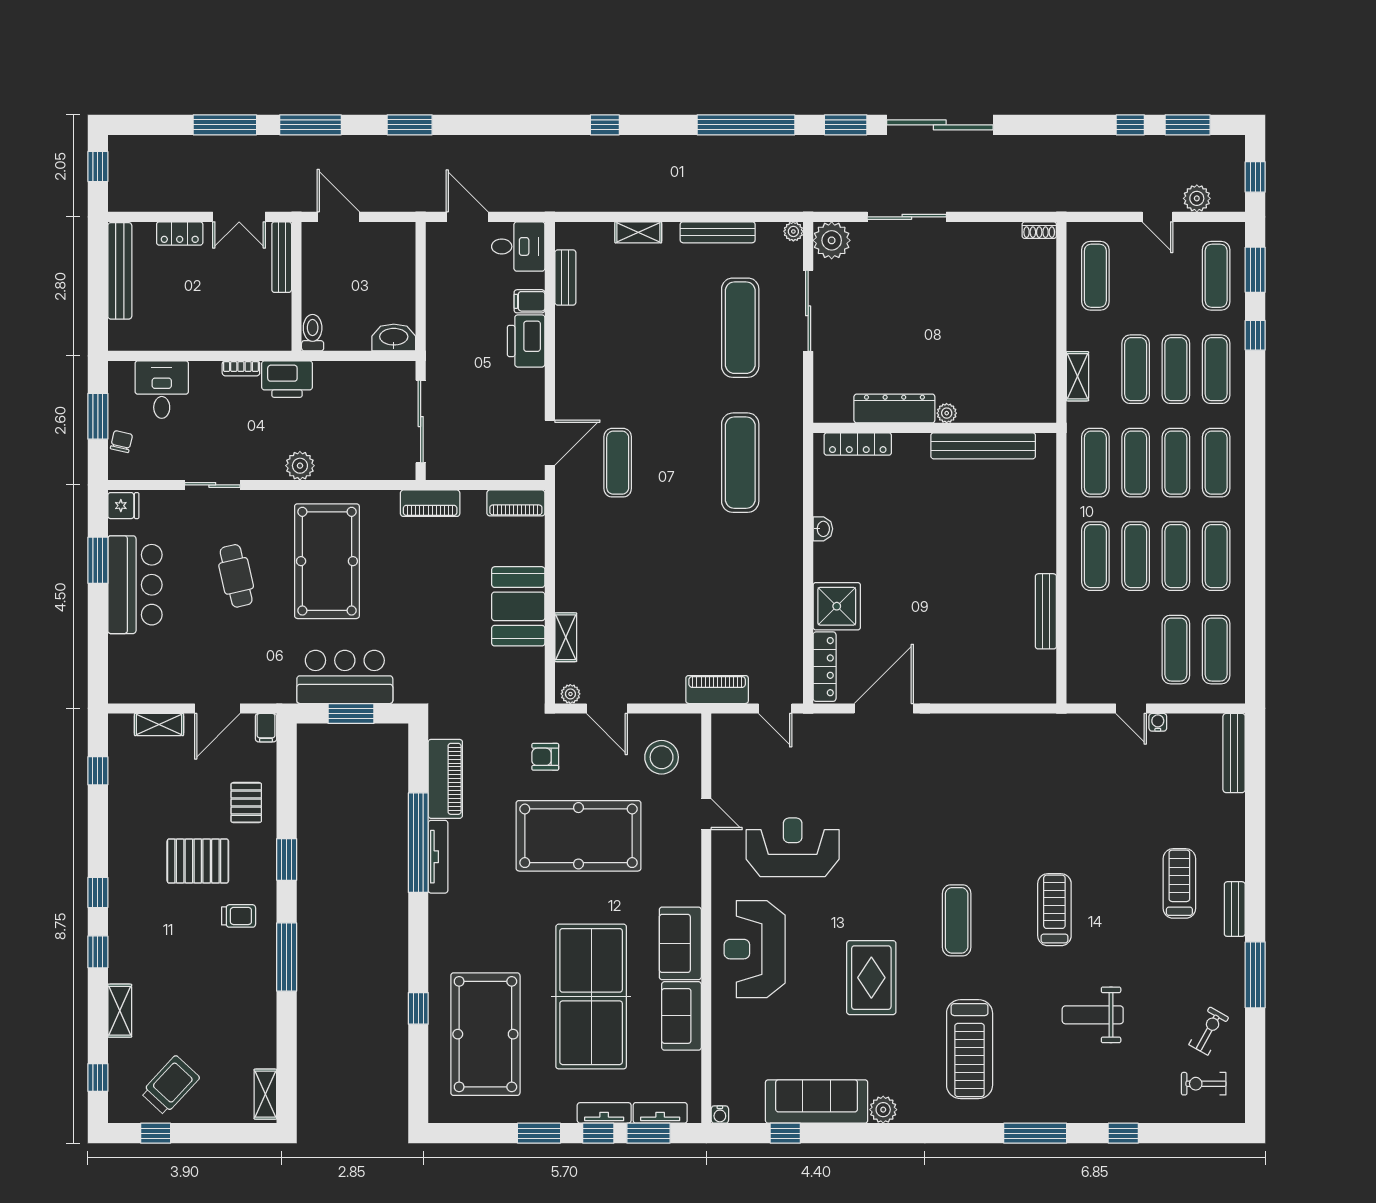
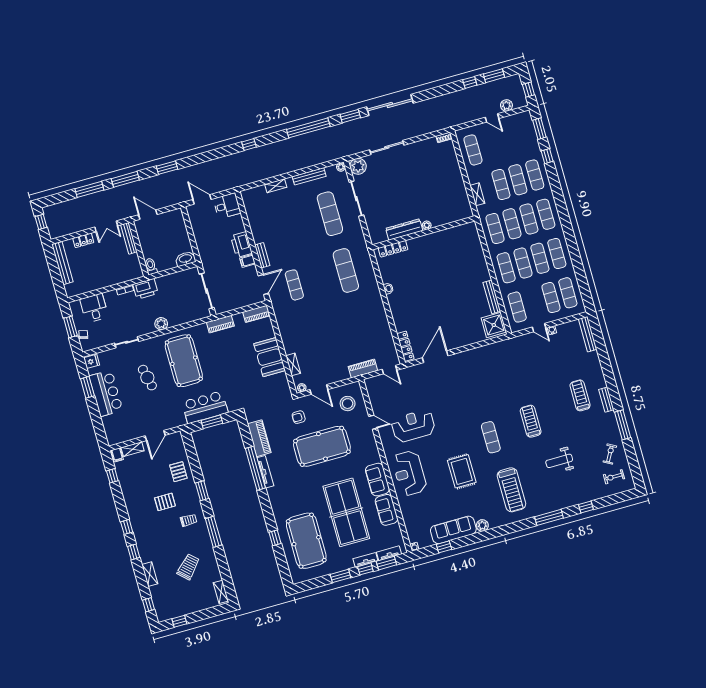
exercise mat: (1216, 276) -> (517, 307), moved
bench: (565, 277) -> (262, 255), moved
filing cabinet: (529, 301) -> (248, 261), moved
bench: (983, 446) -> (446, 235), removed
shower: (837, 606) -> (494, 325), moved
filing cabinet: (266, 728) -> (117, 455), moved
pallet: (198, 861) -> (165, 502), width x0.67, depth x0.71
trolley: (170, 1085) -> (188, 567), moved

